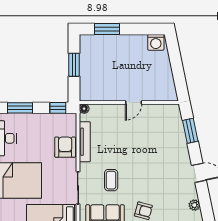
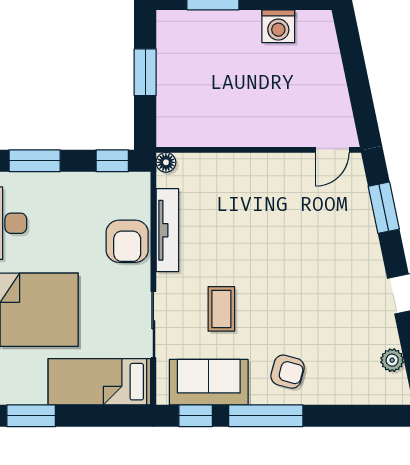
washing machine: (156, 42) -> (278, 26), moved
door: (133, 103) -> (332, 150), moved
armchair: (65, 147) -> (127, 241), turned 180

